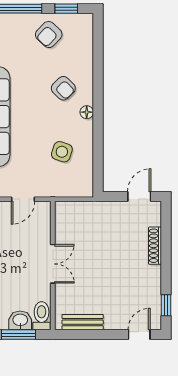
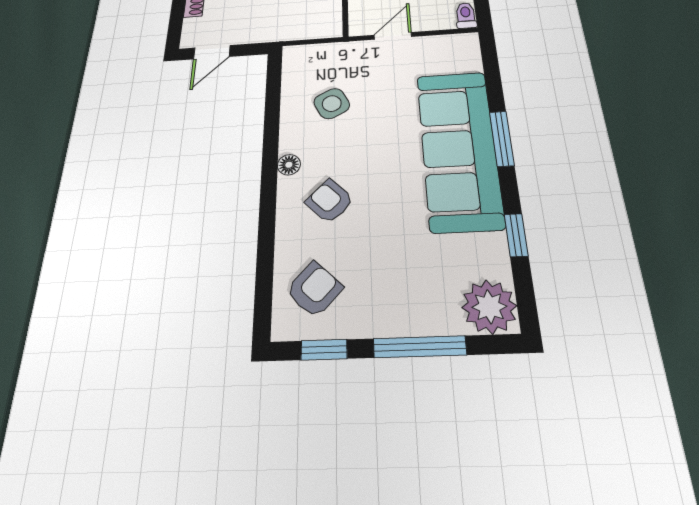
armchair: (49, 35) -> (314, 289), moved
side table: (62, 152) -> (332, 104), turned 45

